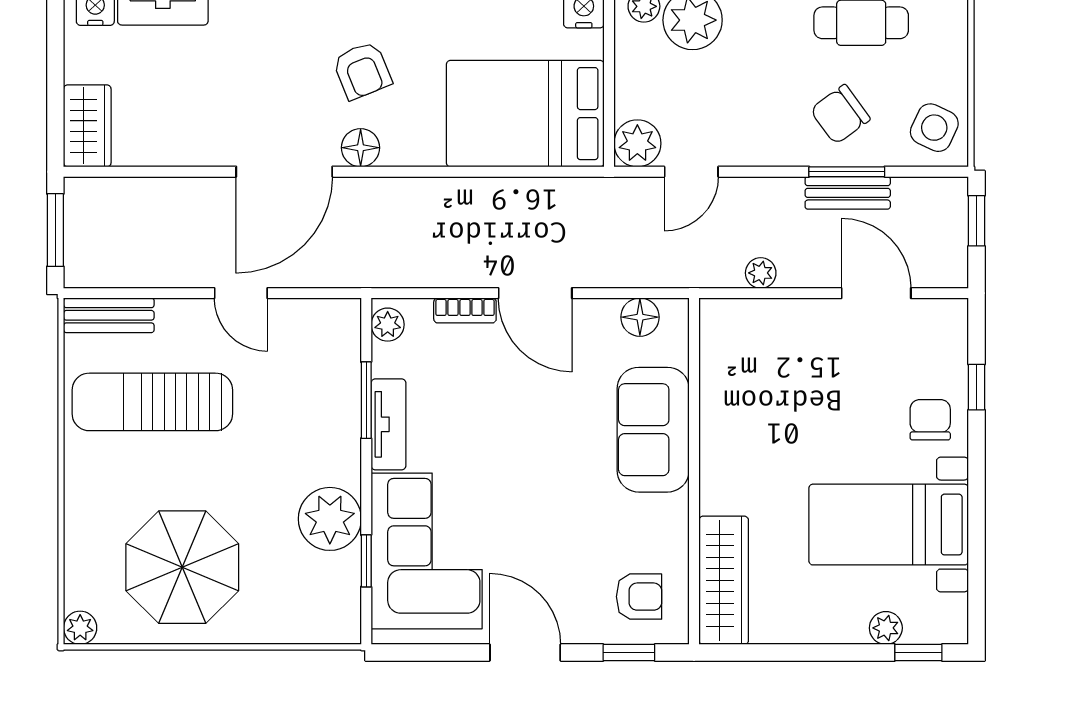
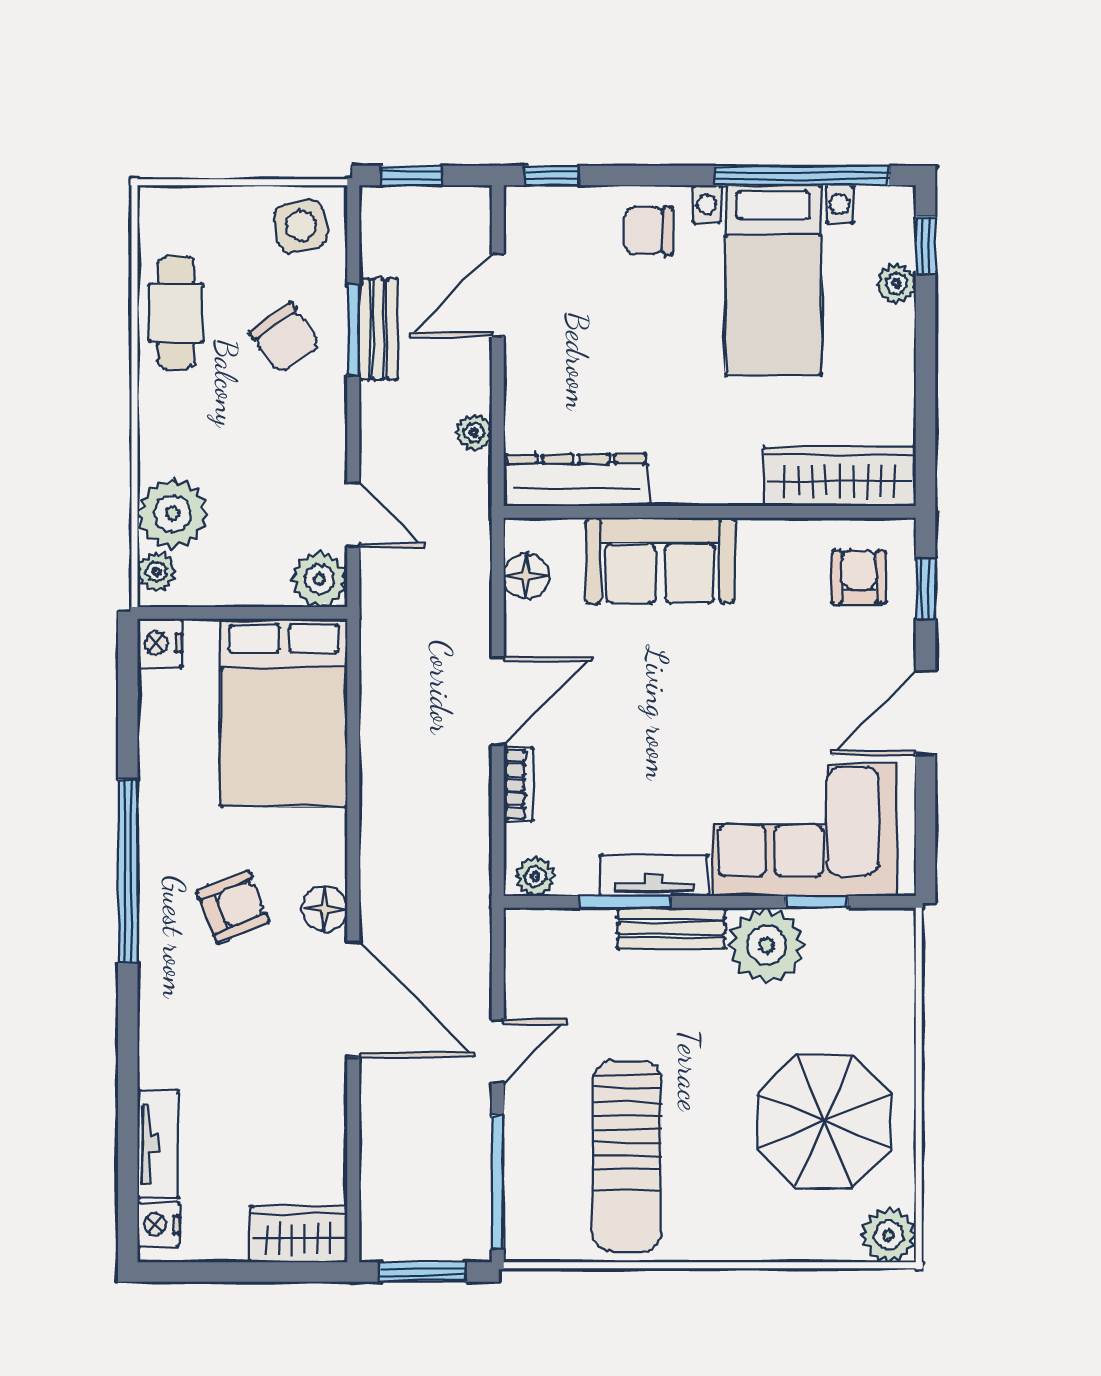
side table: (934, 128) -> (301, 226), turned -38
window: (131, 293) -> (498, 1182), added
bench: (109, 315) -> (671, 928), moved, turned 90
dresser: (721, 359) -> (576, 480), added
window: (977, 387) -> (552, 176), moved
window: (977, 549) -> (802, 176), added
plant: (80, 628) -> (889, 1235), width x1.38, depth x1.38

